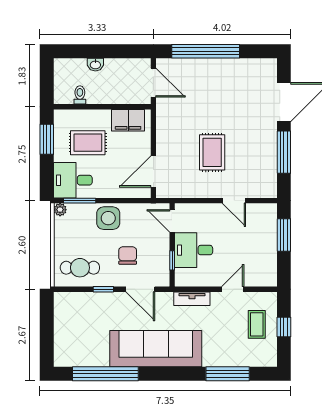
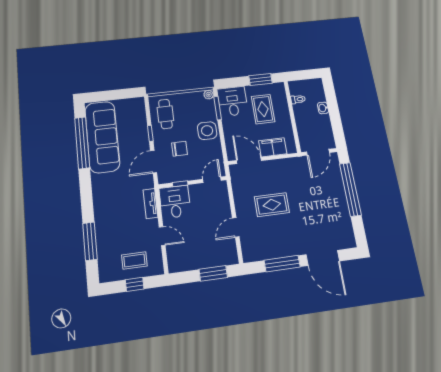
filing cabinet: (128, 120) -> (273, 147), moved, turned 90
desk: (194, 250) -> (175, 202), moved
sofa: (156, 349) -> (102, 137), moved

